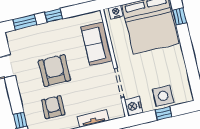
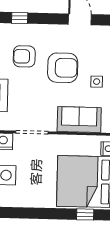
side table: (59, 37) -> (97, 82), added
armchair: (53, 107) -> (24, 56), turned 180

